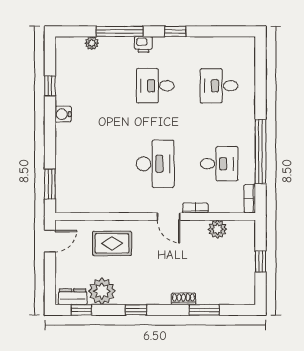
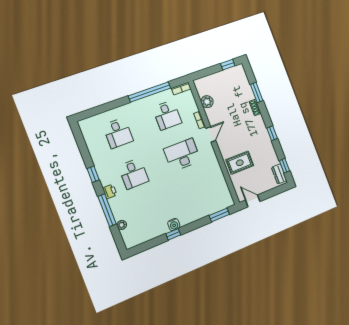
window: (50, 86) -> (173, 234), moved
desk: (219, 164) -> (167, 115), turned 180
rug: (112, 243) -> (240, 163), turned 90
window: (261, 261) -> (228, 65), moved
plant: (102, 291) -> (269, 158), removed

